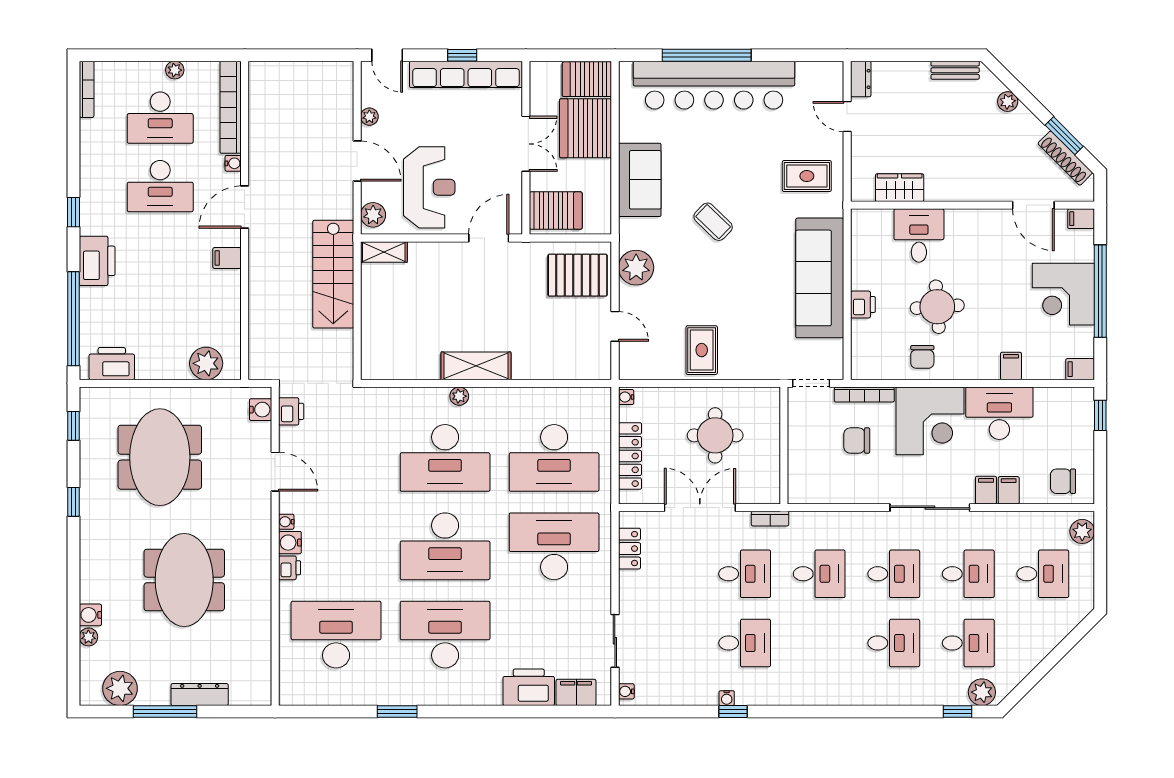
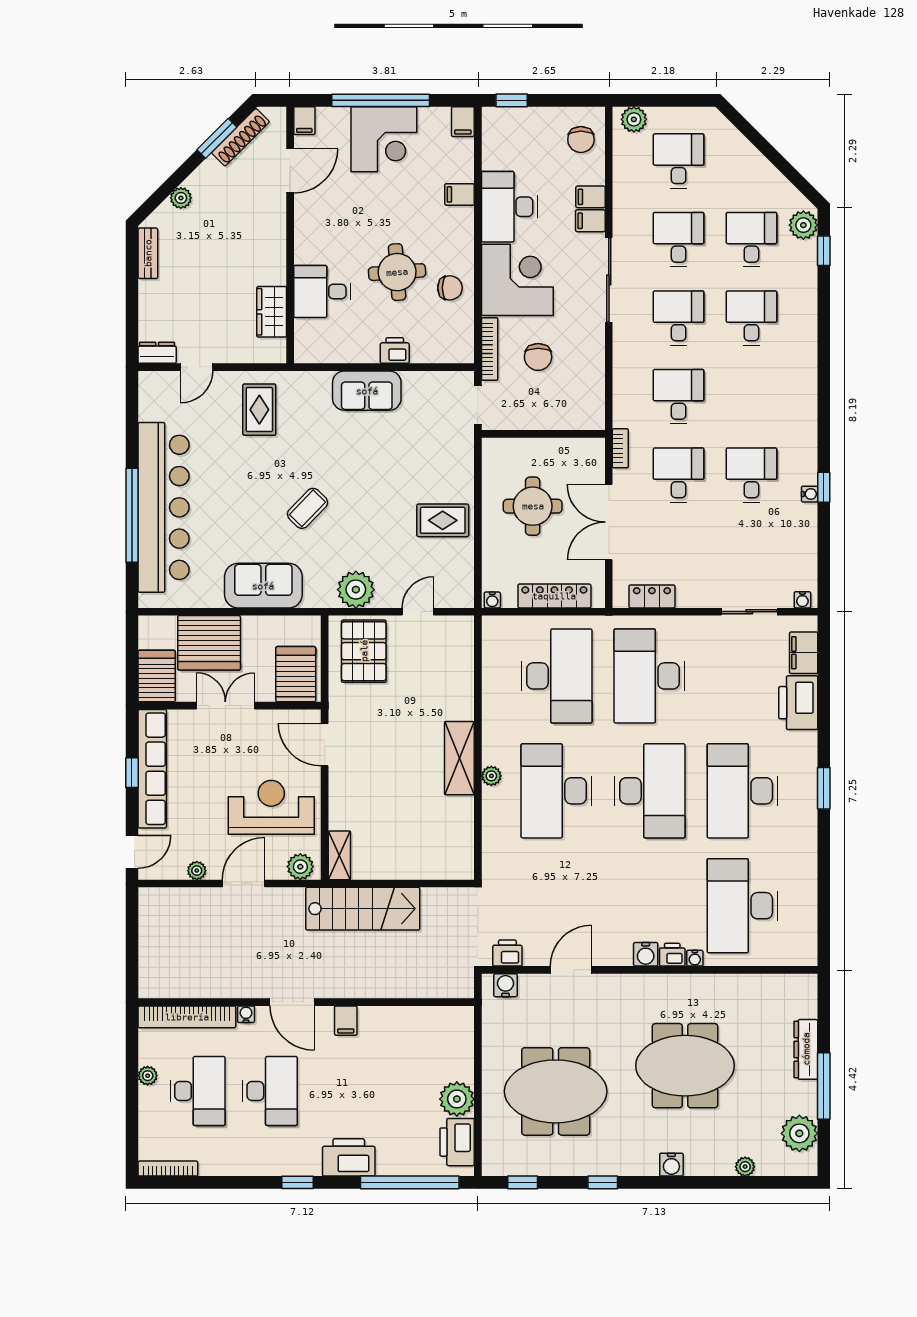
server rack: (587, 79) -> (157, 676), moved, turned 180
sofa: (820, 278) -> (367, 391), width x0.54, depth x0.79
plant: (206, 363) -> (457, 1099), moved
desk: (445, 458) -> (556, 791), turned 180
water cooler: (286, 522) -> (695, 958), moved
water cooler: (90, 615) -> (671, 1165), moved
window: (397, 712) -> (824, 788), moved

